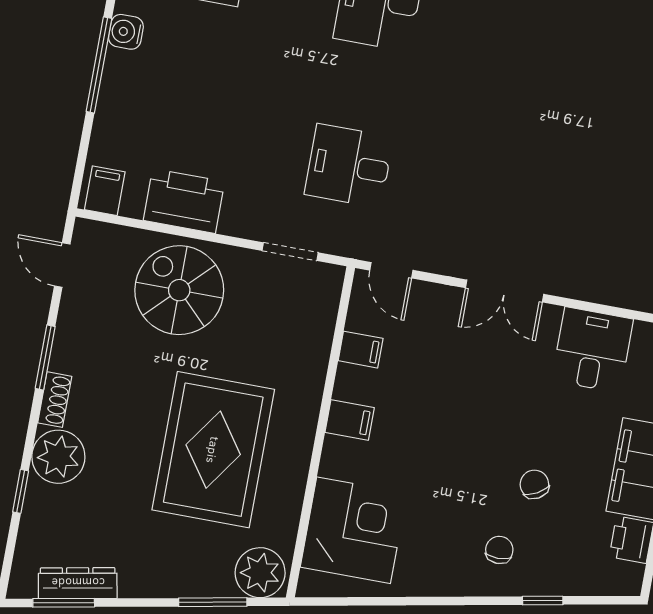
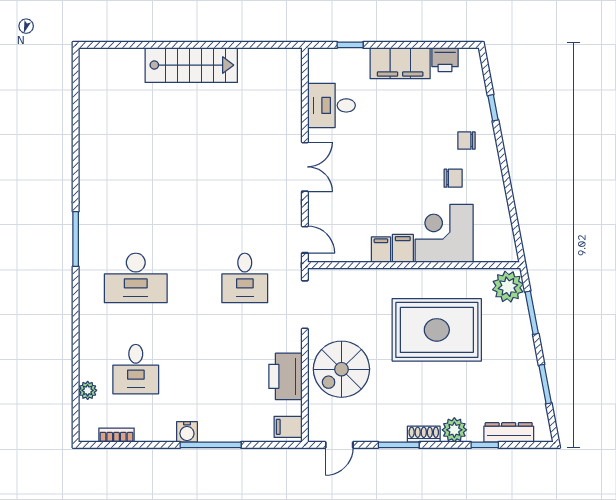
doorway: (290, 252) -> (305, 305), width x1.38
door: (391, 270) -> (305, 240), hinge flipped
filing cabinet: (361, 350) -> (381, 250), moved
plant: (58, 457) -> (454, 430), width x0.73, depth x0.73
chair: (534, 484) -> (453, 178), moved, turned -151
corner desk: (354, 530) -> (444, 233), moved
dresser: (78, 583) -> (509, 432), moved, turned 101
window: (64, 603) -> (545, 384), moved

